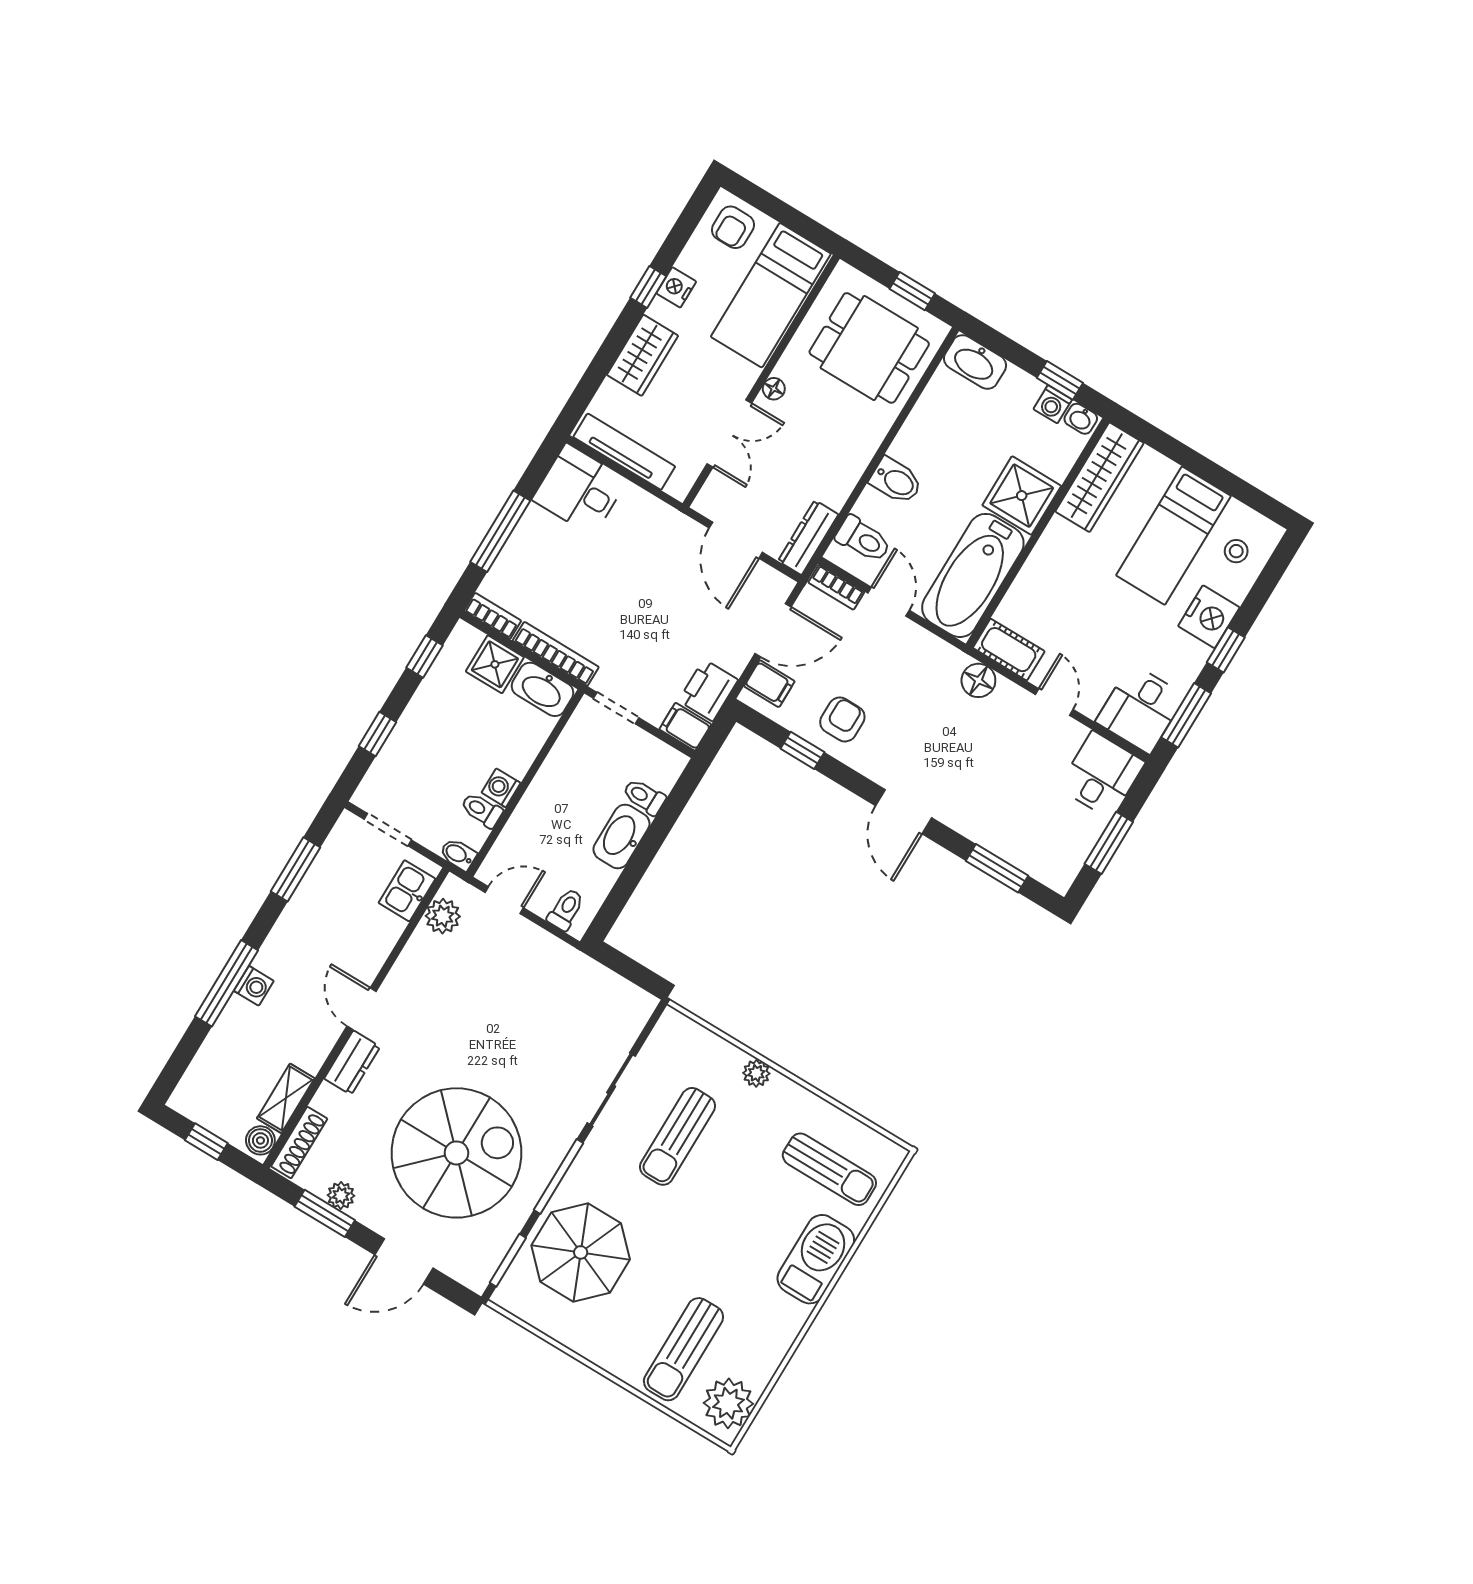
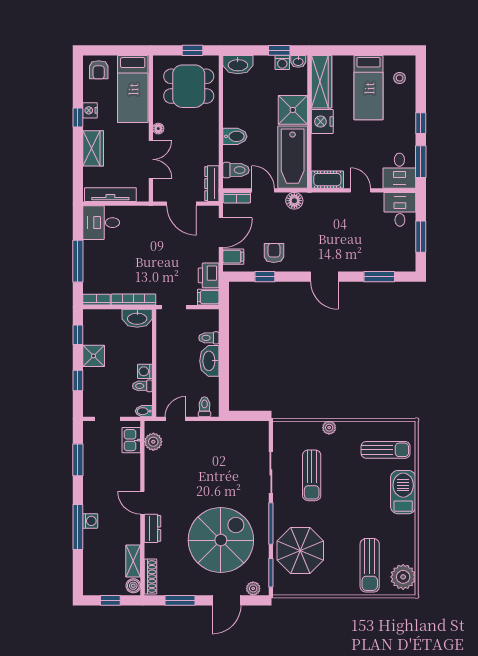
nightstand: (1209, 617) -> (322, 122), moved, turned 180
shower: (495, 664) -> (94, 356), moved
floor lamp: (978, 680) -> (294, 201), moved
plant: (341, 1195) -> (253, 588), moved

